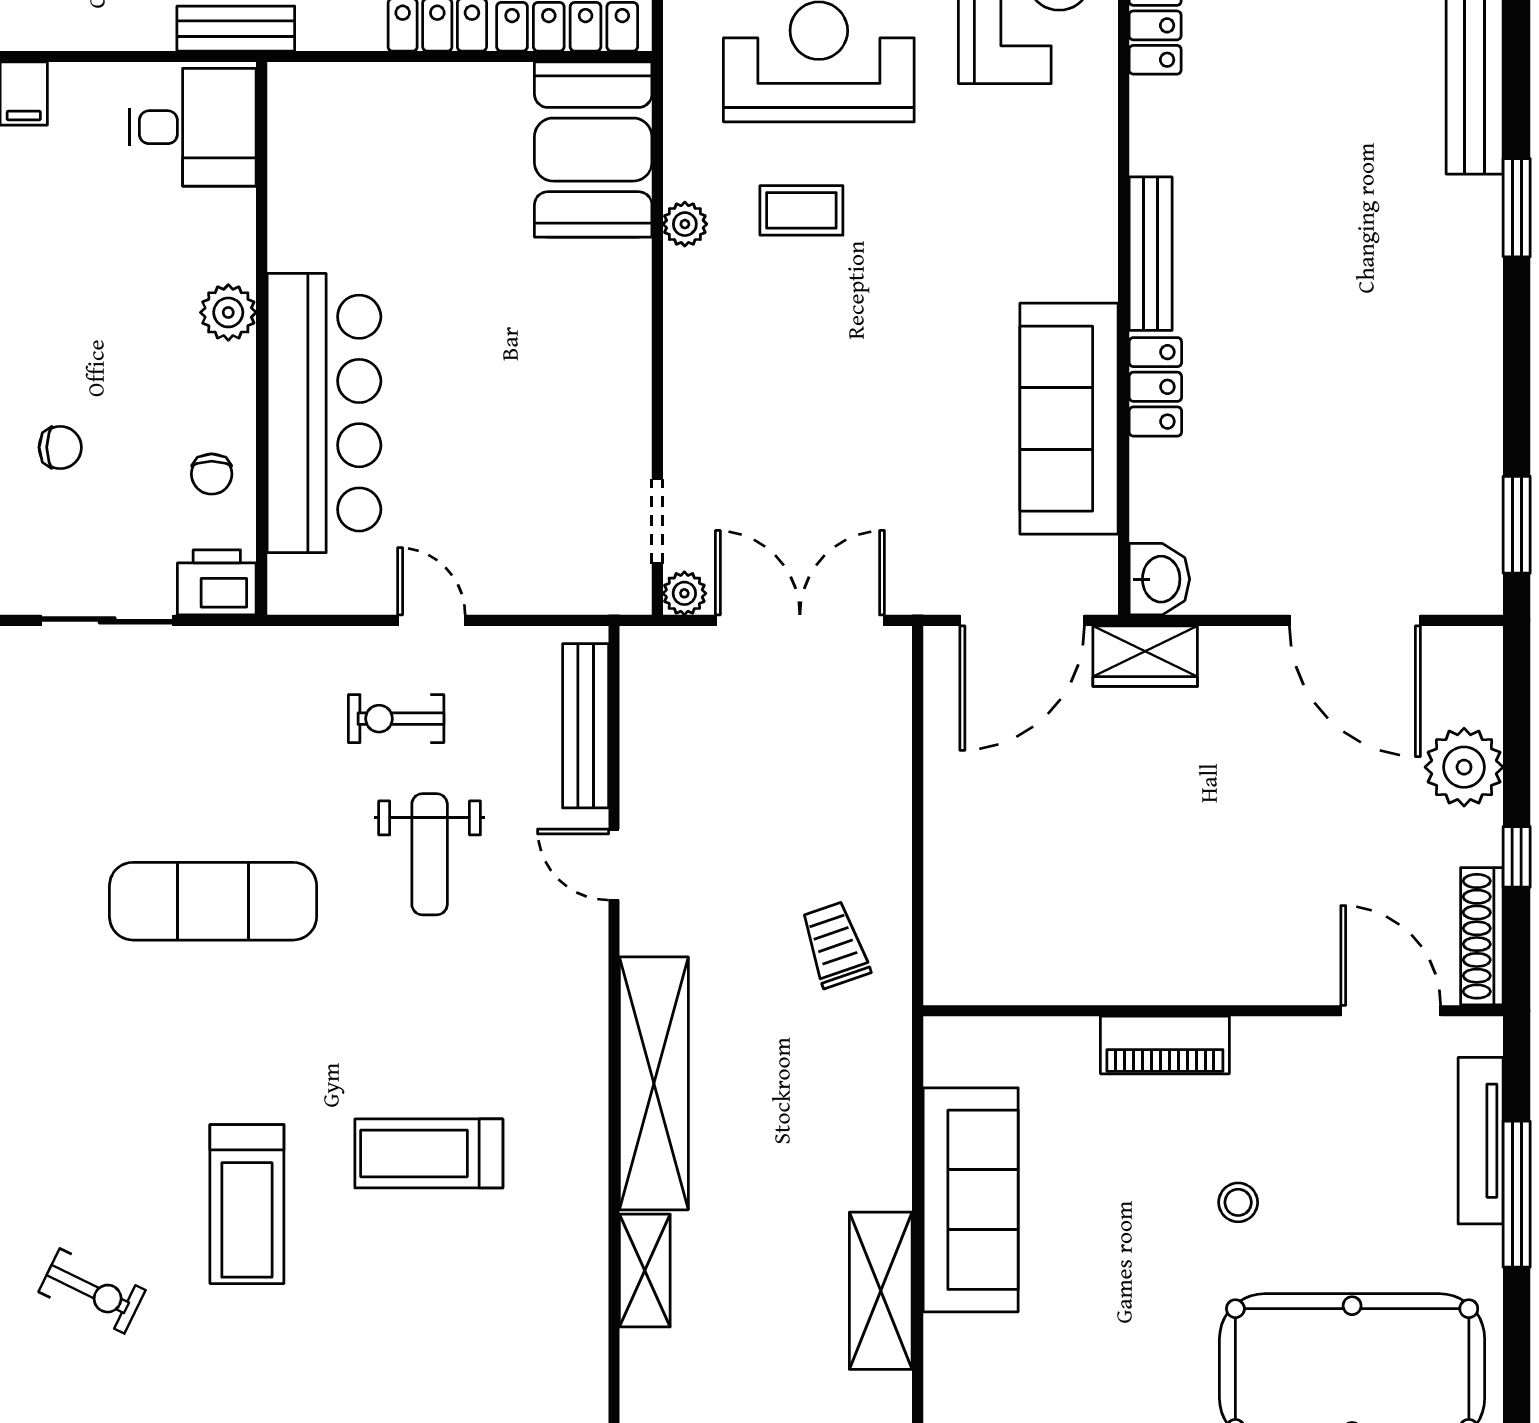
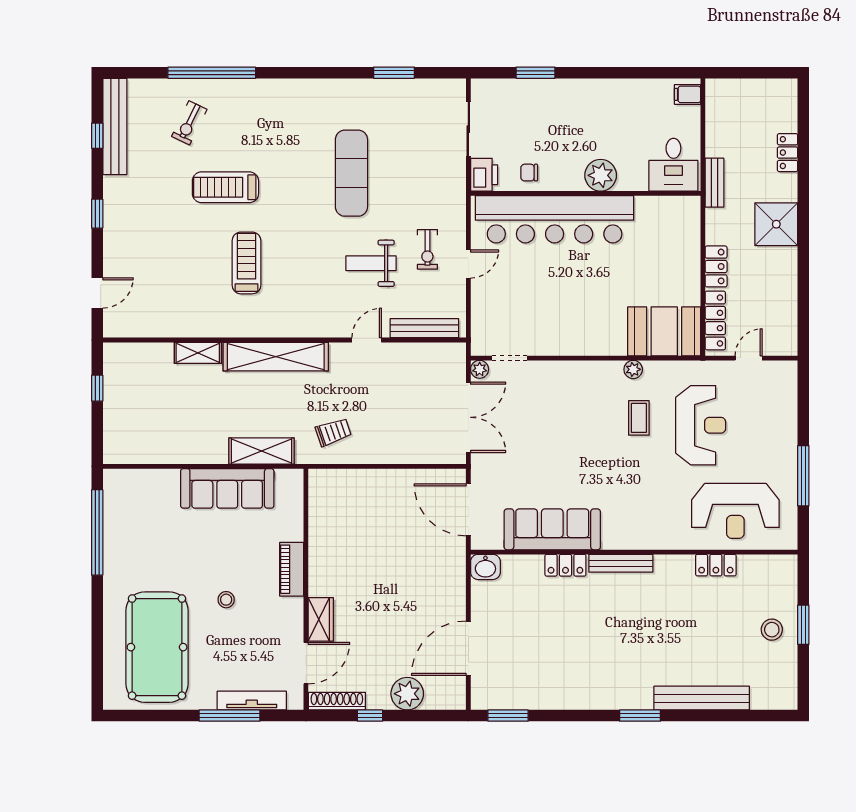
plant: (228, 312) -> (601, 175), width x1.36, depth x1.36
bar counter: (324, 413) -> (555, 219), width x1.36
chair: (60, 447) -> (540, 110), removed
wardrobe: (1145, 656) -> (321, 619), moved, turned 180
exercise bike: (396, 719) -> (427, 249), turned 180
shelving: (881, 1291) -> (262, 451), moved

